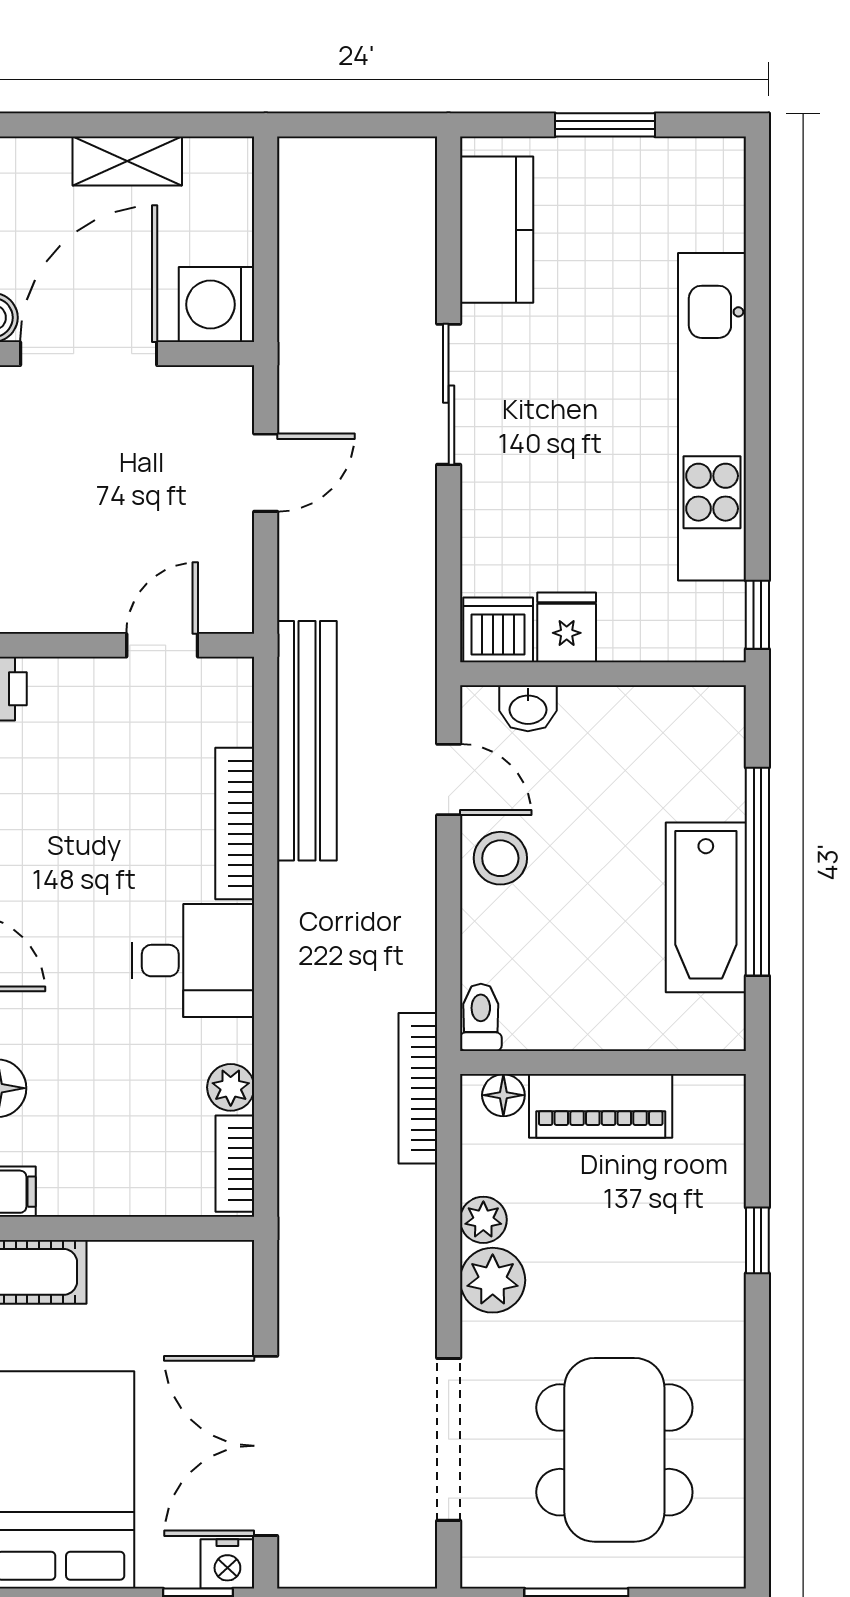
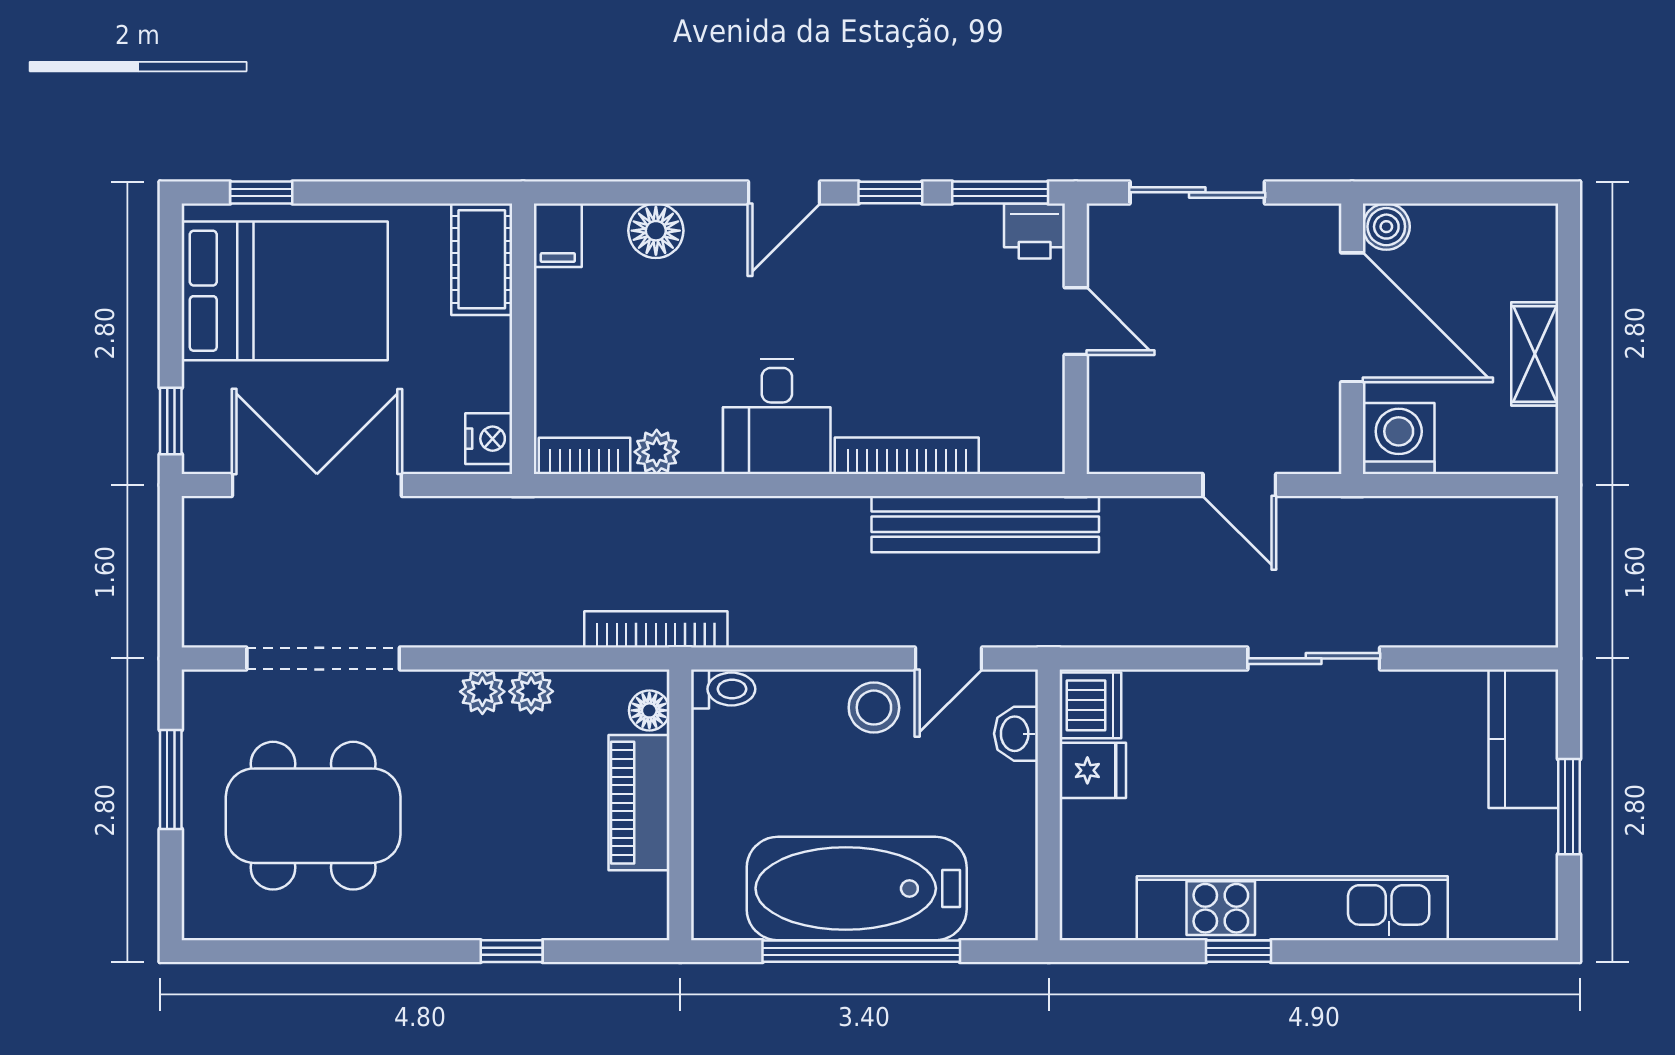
kitchen counter: (497, 230) -> (1523, 739), moved, turned 90
window: (757, 615) -> (1238, 951), moved
door: (162, 645) -> (1076, 321), moved
bathtub: (706, 907) -> (857, 888), width x1.36, depth x1.36
plant: (493, 1280) -> (482, 692), width x0.73, depth x0.73
nightstand: (227, 1564) -> (489, 439), moved, turned 180

